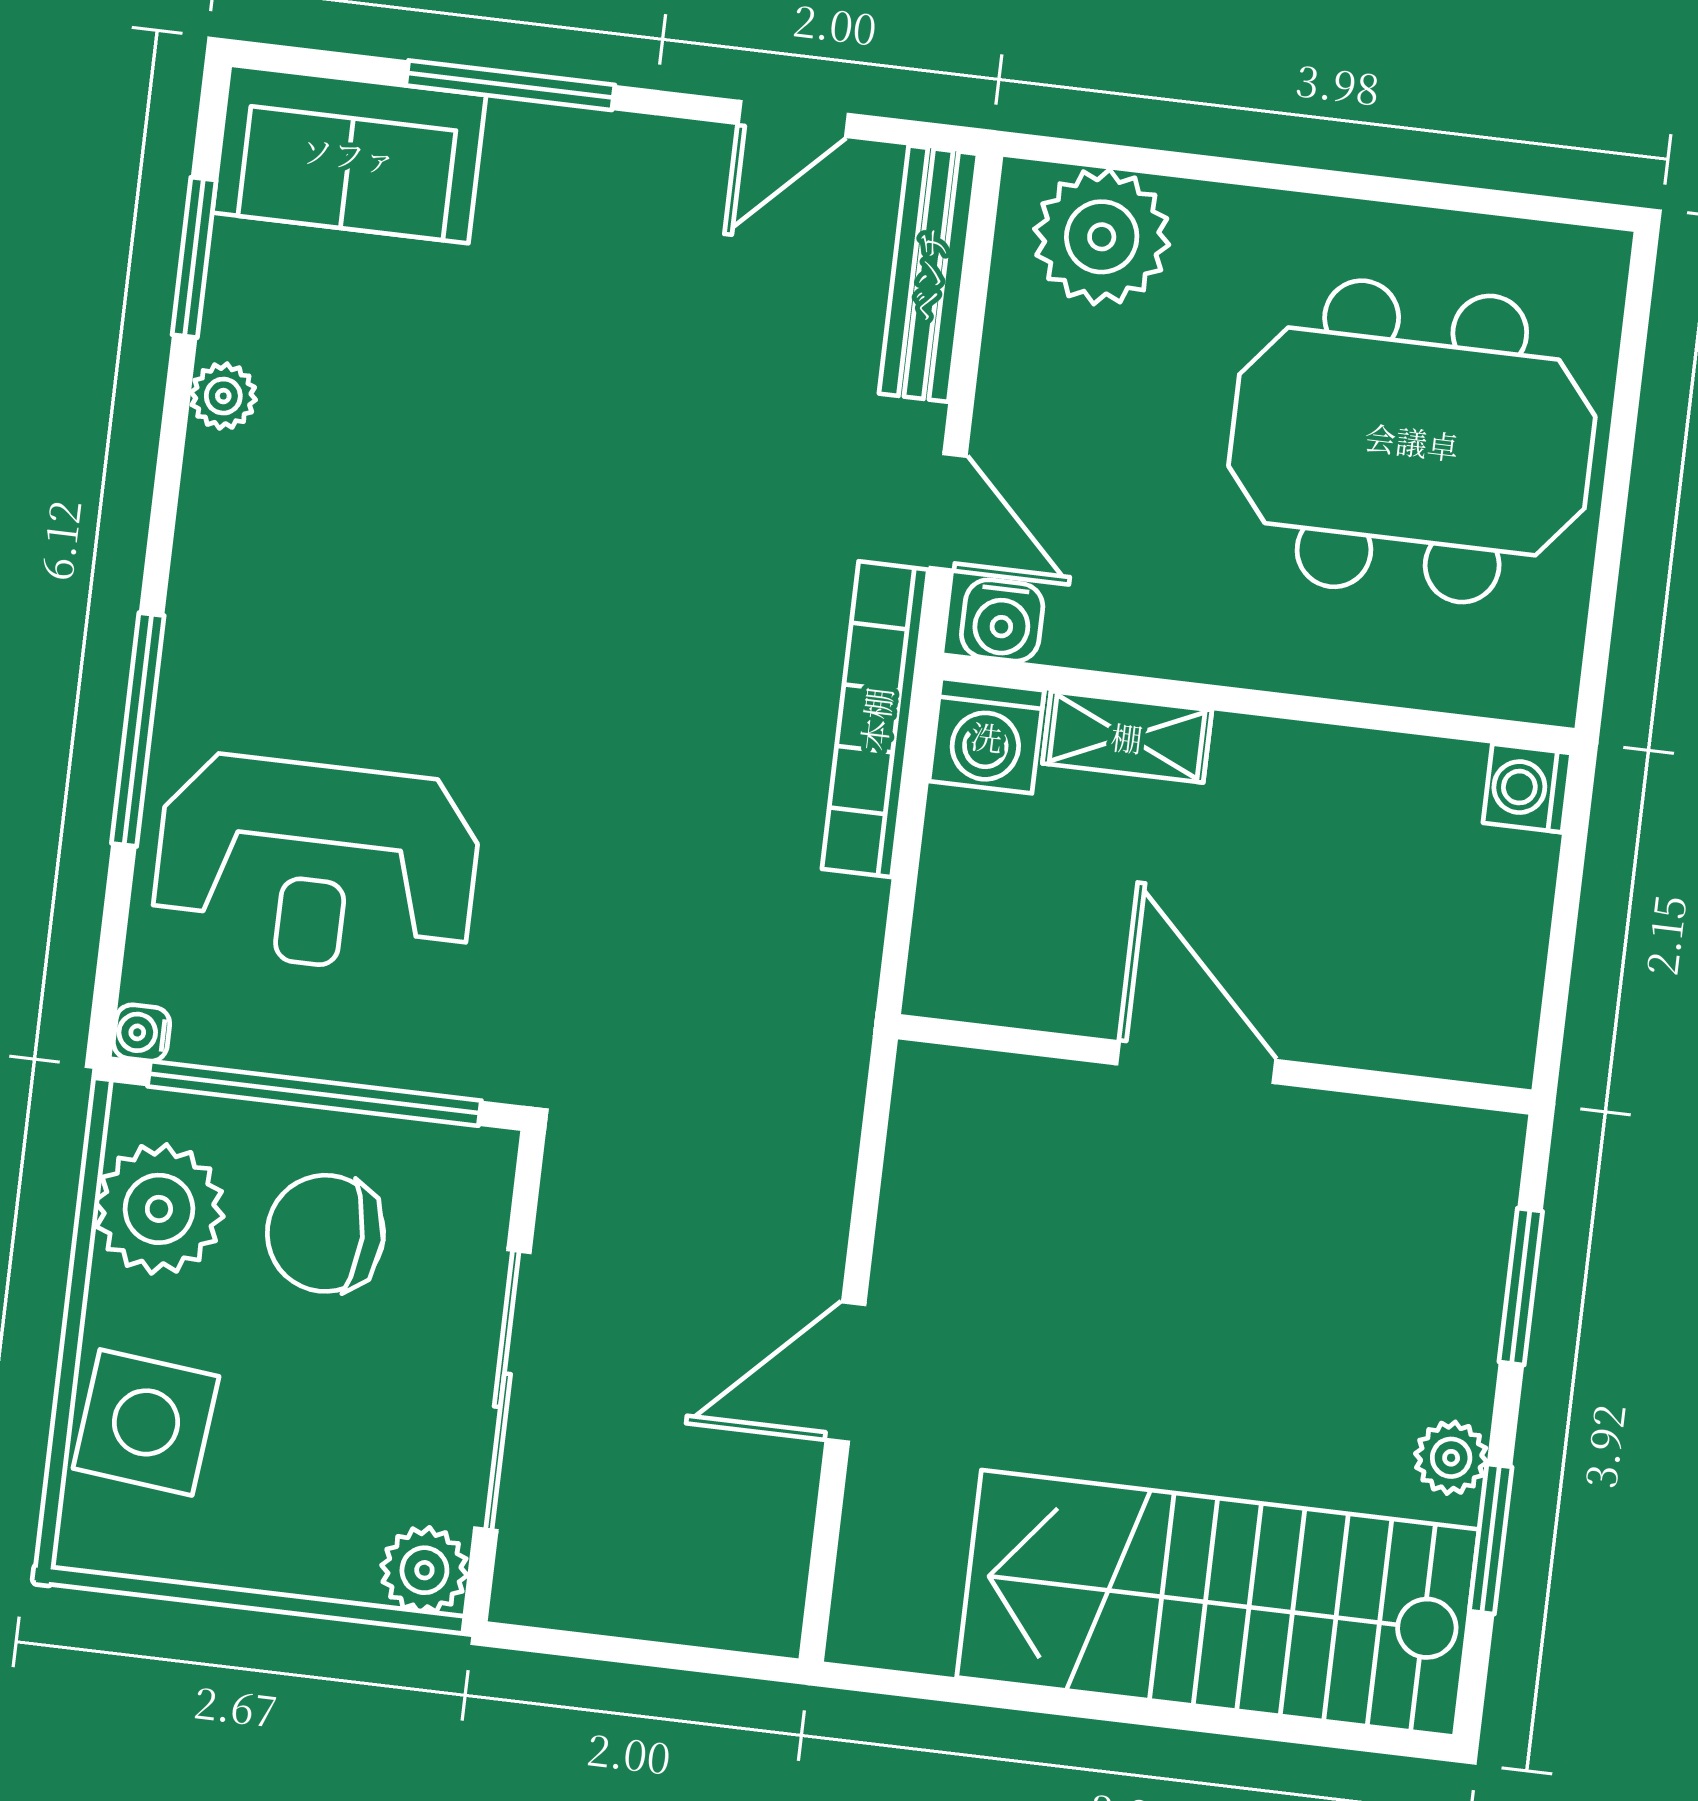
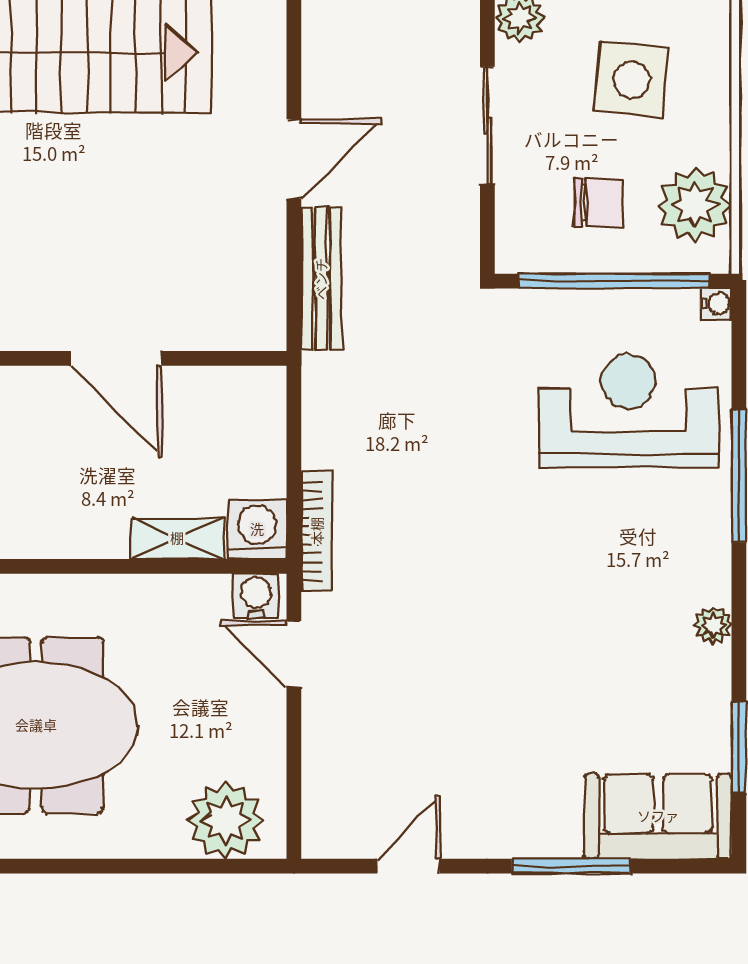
bench: (928, 274) -> (321, 279), moved
plant: (223, 396) -> (713, 625), moved
bookcase: (875, 719) -> (317, 531), width x0.68, depth x0.76
chair: (325, 1233) -> (598, 202), width x0.73, depth x0.73
sliding door: (502, 1390) -> (487, 125), width x0.73
side table: (146, 1422) -> (632, 80), moved

